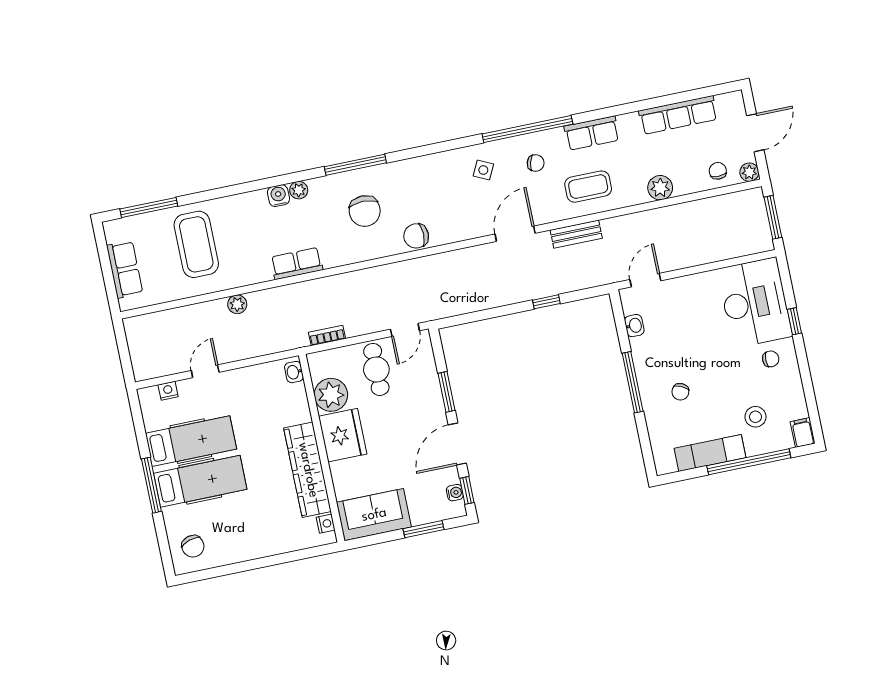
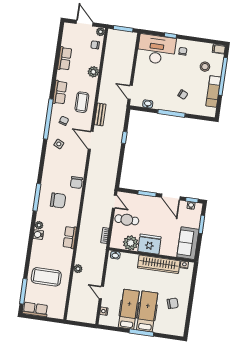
row of seats: (678, 115) -> (65, 59), width x0.68
row of seats: (125, 269) -> (35, 309), moved
chair: (193, 546) -> (173, 303), moved

